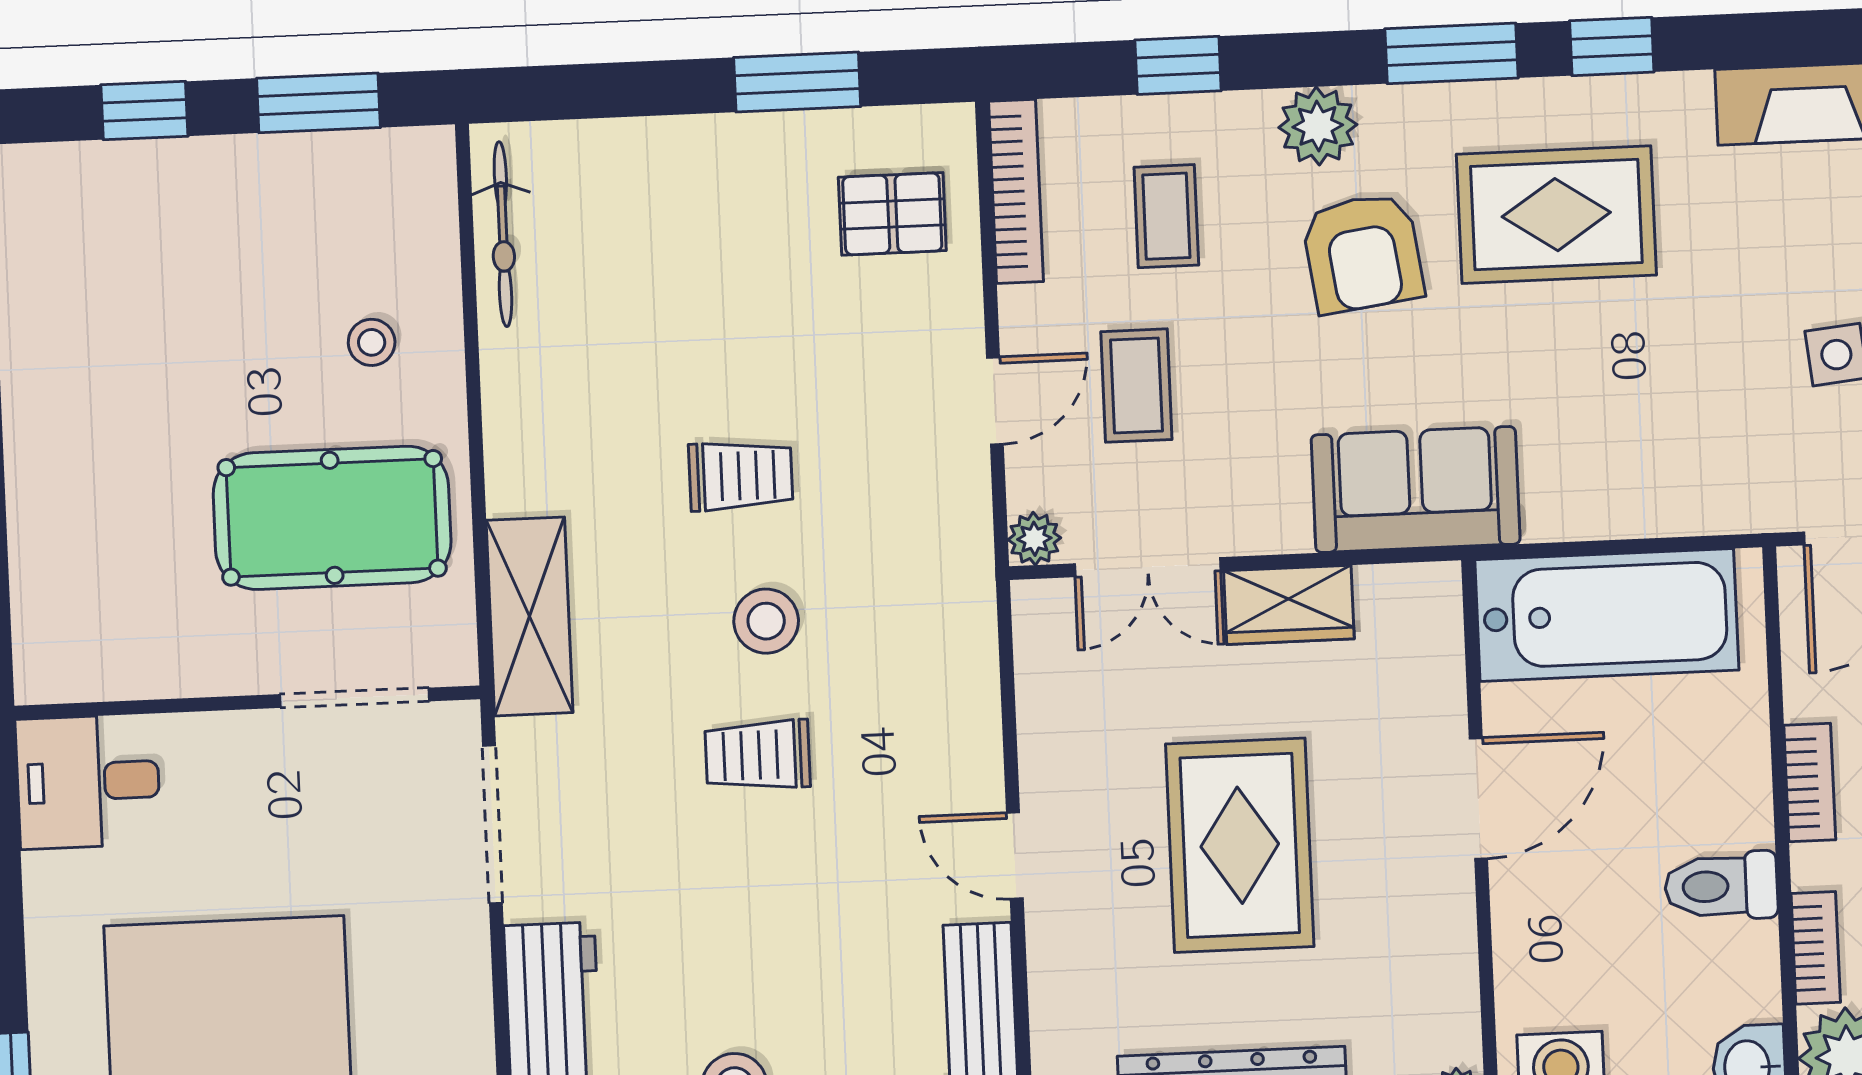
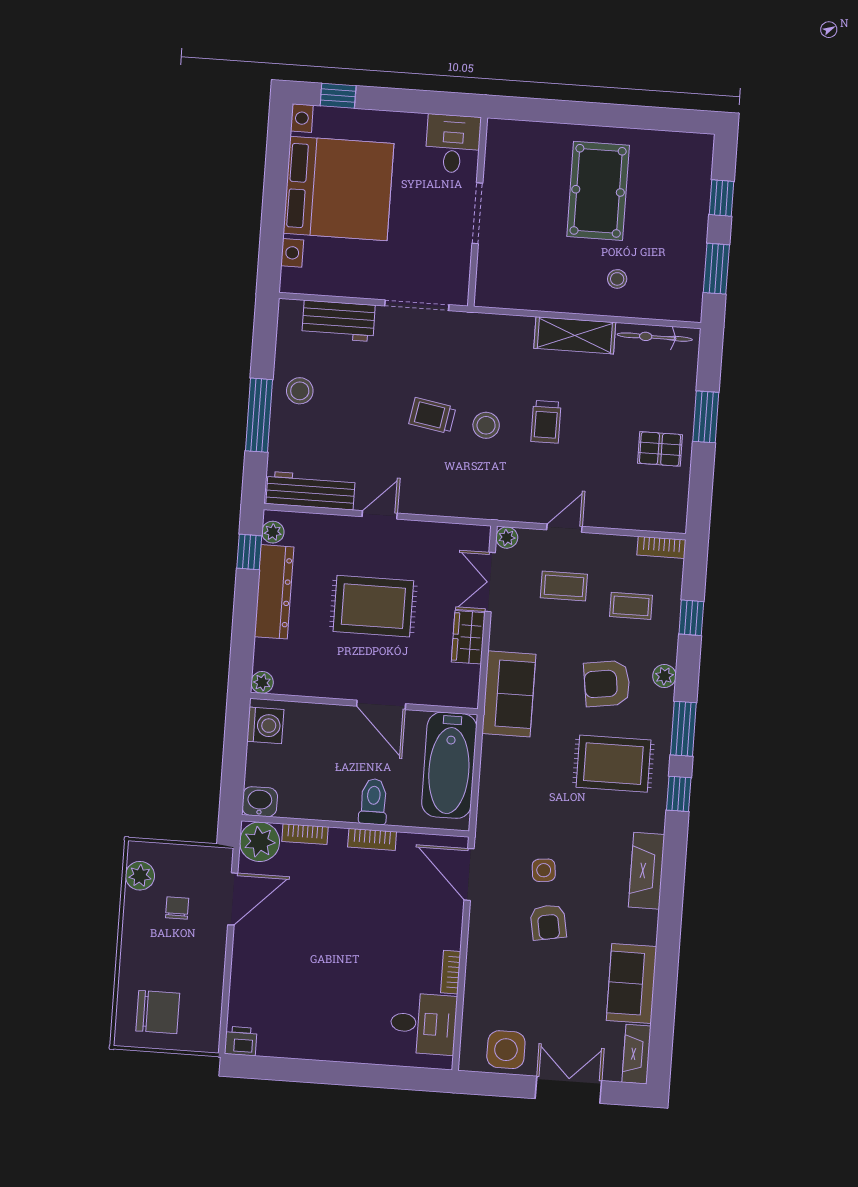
window: (797, 82) -> (706, 417), moved
plant: (1318, 126) -> (664, 676), width x0.73, depth x0.73
bookcase: (1016, 191) -> (661, 547), width x0.64
pallet: (892, 214) -> (660, 449), moved, turned 90
rug: (1556, 215) -> (613, 764), turned 90
door: (995, 401) -> (564, 528), swing flipped
pool table: (332, 518) -> (598, 191), moved
shelving: (529, 616) -> (575, 335), moved
doorway: (354, 698) -> (477, 213), moved
trolley: (758, 755) -> (432, 416), turned -80
toilet: (1721, 886) -> (373, 802), moved

